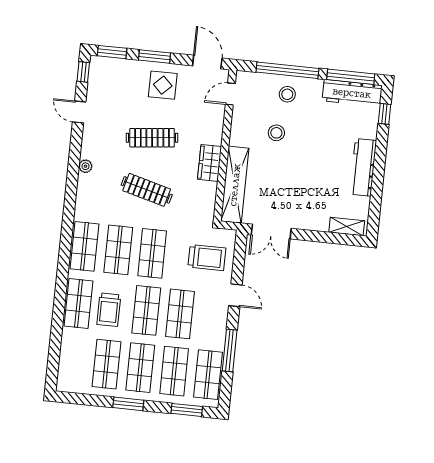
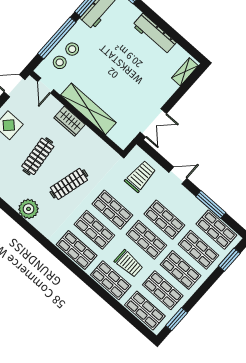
stool: (276, 133) -> (60, 62), moved
wardrobe: (210, 163) -> (69, 121), moved
plant: (85, 166) -> (29, 209), width x1.88, depth x1.88
shelving: (235, 185) -> (88, 109), moved
shop shelf: (73, 361) -> (145, 310), added
window: (128, 404) -> (177, 319), moved

